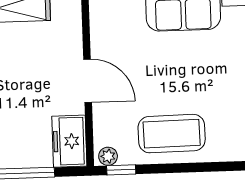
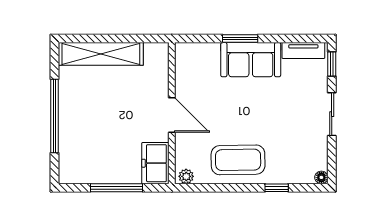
window: (121, 170) -> (277, 188), moved

